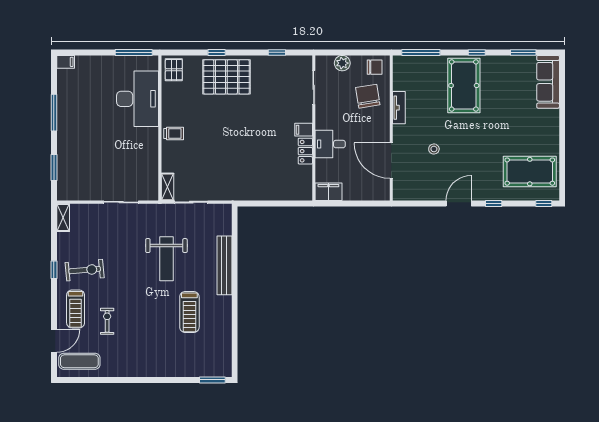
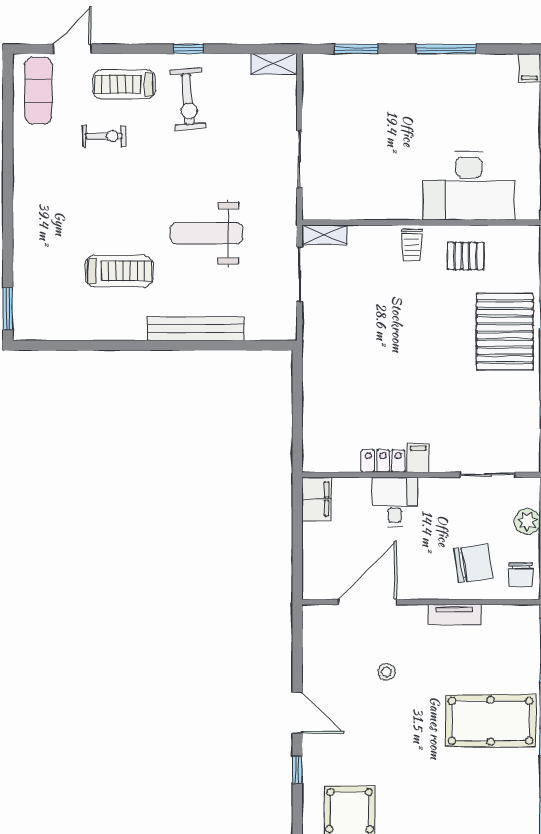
pallet: (174, 70) -> (466, 256), moved
treadmill: (189, 312) -> (119, 271), turned 180
door: (54, 341) -> (72, 49), swing flipped

